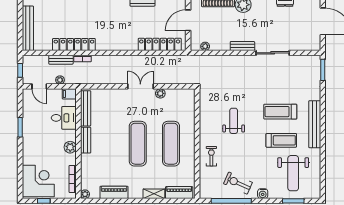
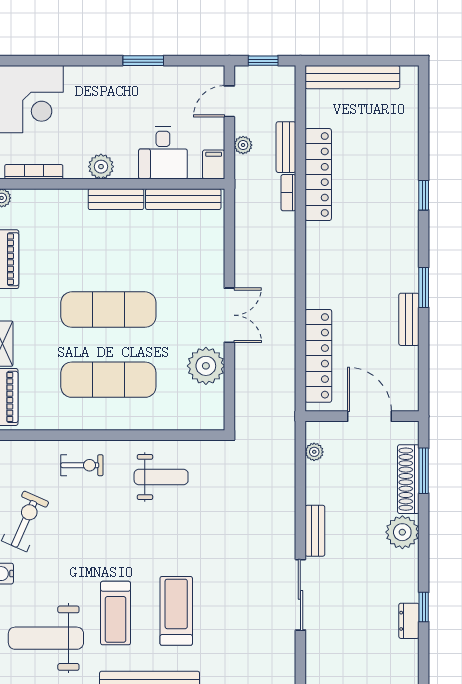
plant: (160, 93) -> (206, 366), width x1.87, depth x1.87
weight bench: (234, 121) -> (161, 477), moved

